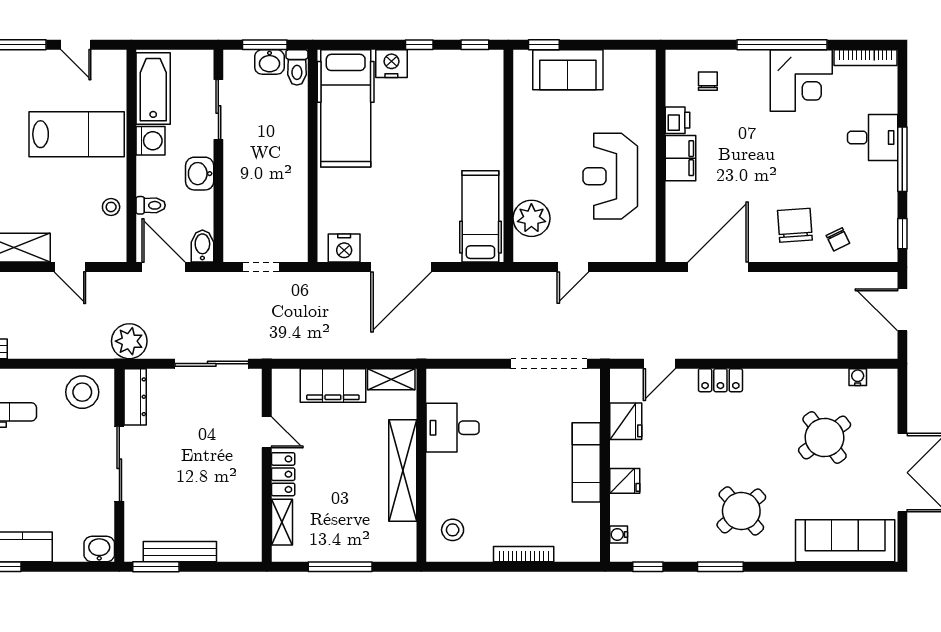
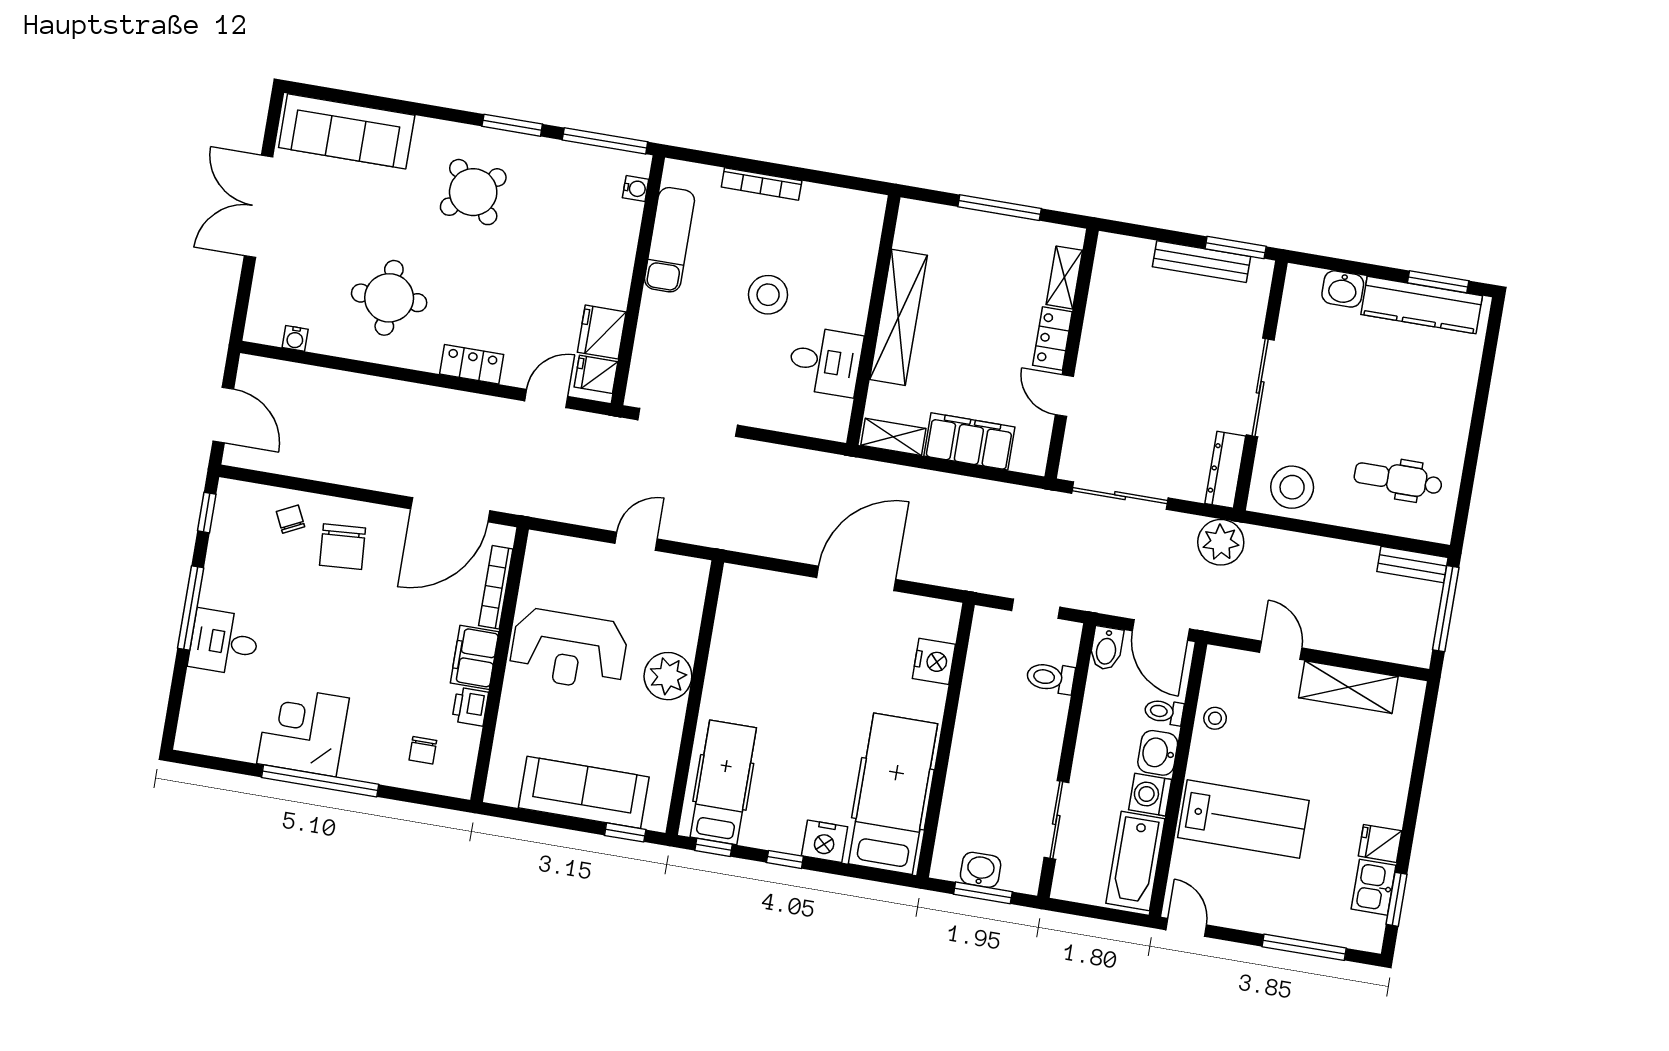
door: (76, 45) -> (1186, 927), moved
bookcase: (865, 58) -> (496, 587), moved, turned -90
toilet: (297, 67) -> (1051, 678), moved, turned -90
sofa: (568, 70) -> (584, 792), width x1.36
lab bench: (77, 134) -> (1243, 819), turned 180
washbasin: (200, 174) -> (1158, 753), moved, turned 180
reception desk: (610, 176) -> (569, 650), turned 90
hospital bed: (480, 216) -> (723, 782), moved, turned 180
plant: (531, 218) -> (668, 676), moved
nightstand: (344, 248) -> (934, 661), moved, turned 90
round table: (825, 437) -> (389, 298), moved, turned 37
exam couch: (586, 462) -> (669, 240), moved
fridge: (625, 481) -> (596, 374), moved
stool: (453, 530) -> (768, 295), moved, width x1.38, depth x1.38
washbasin: (99, 549) -> (1343, 289), moved
window: (648, 567) -> (605, 141), width x2.17

